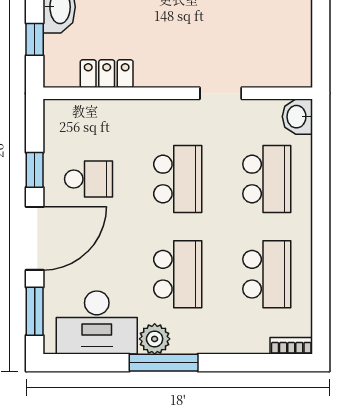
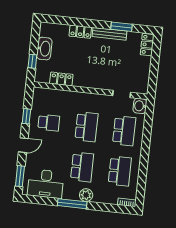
doorway: (221, 93) -> (122, 94), moved
door: (35, 238) -> (23, 145), width x0.53
plant: (155, 339) -> (86, 195), moved

